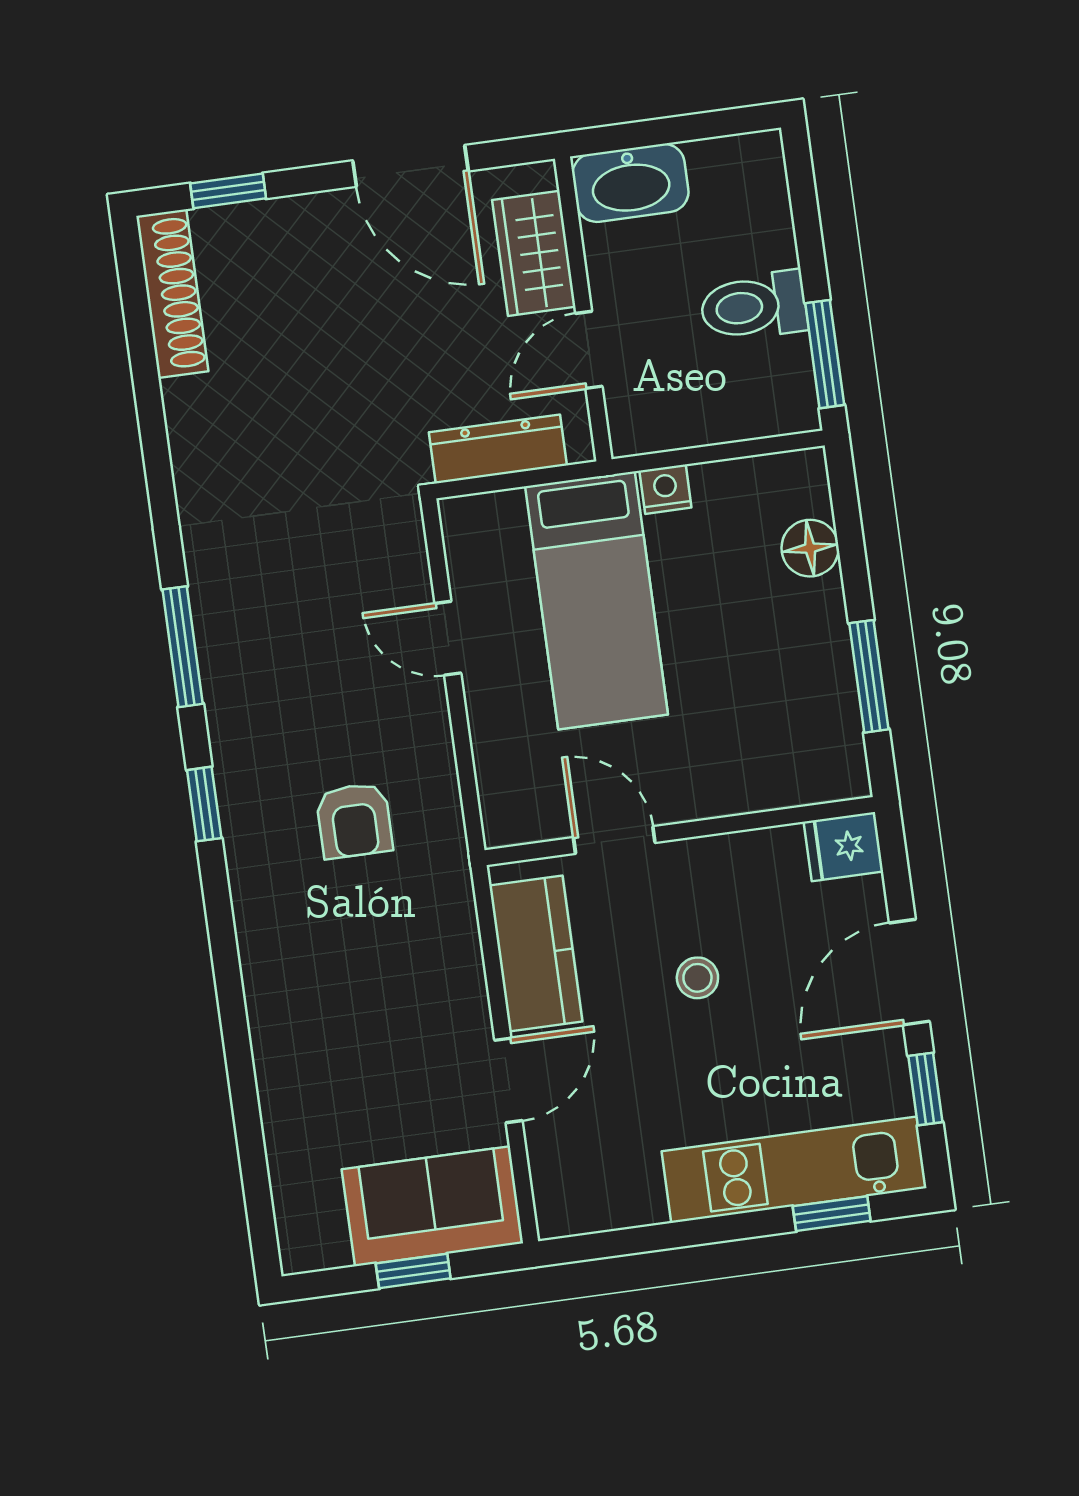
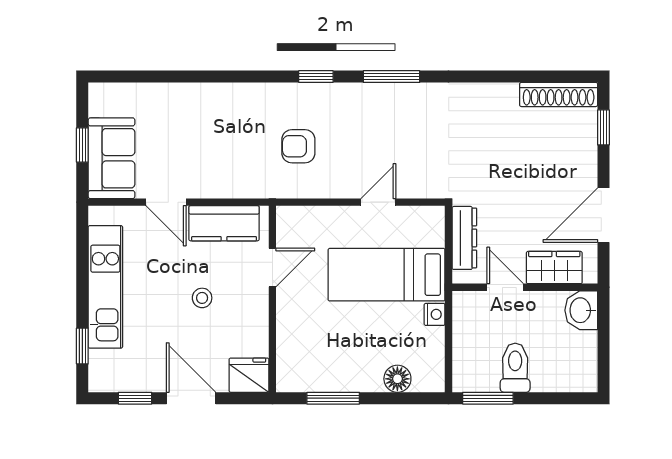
washbasin: (630, 183) -> (581, 310), width x0.72
fridge: (843, 847) -> (249, 375), width x1.38
kitchen unit: (794, 1170) -> (105, 287), moved

